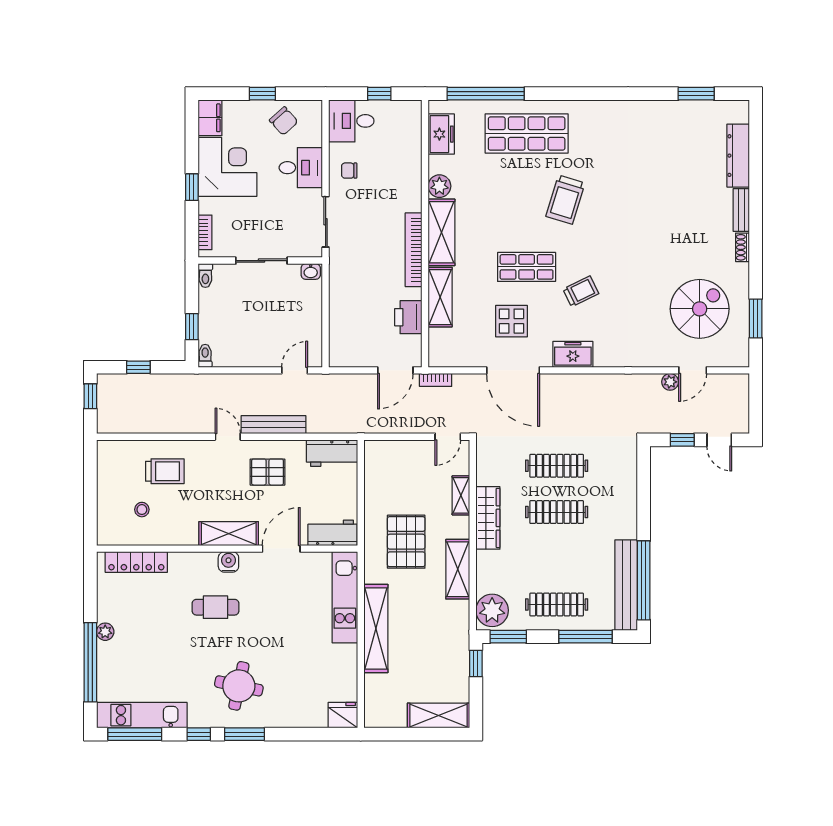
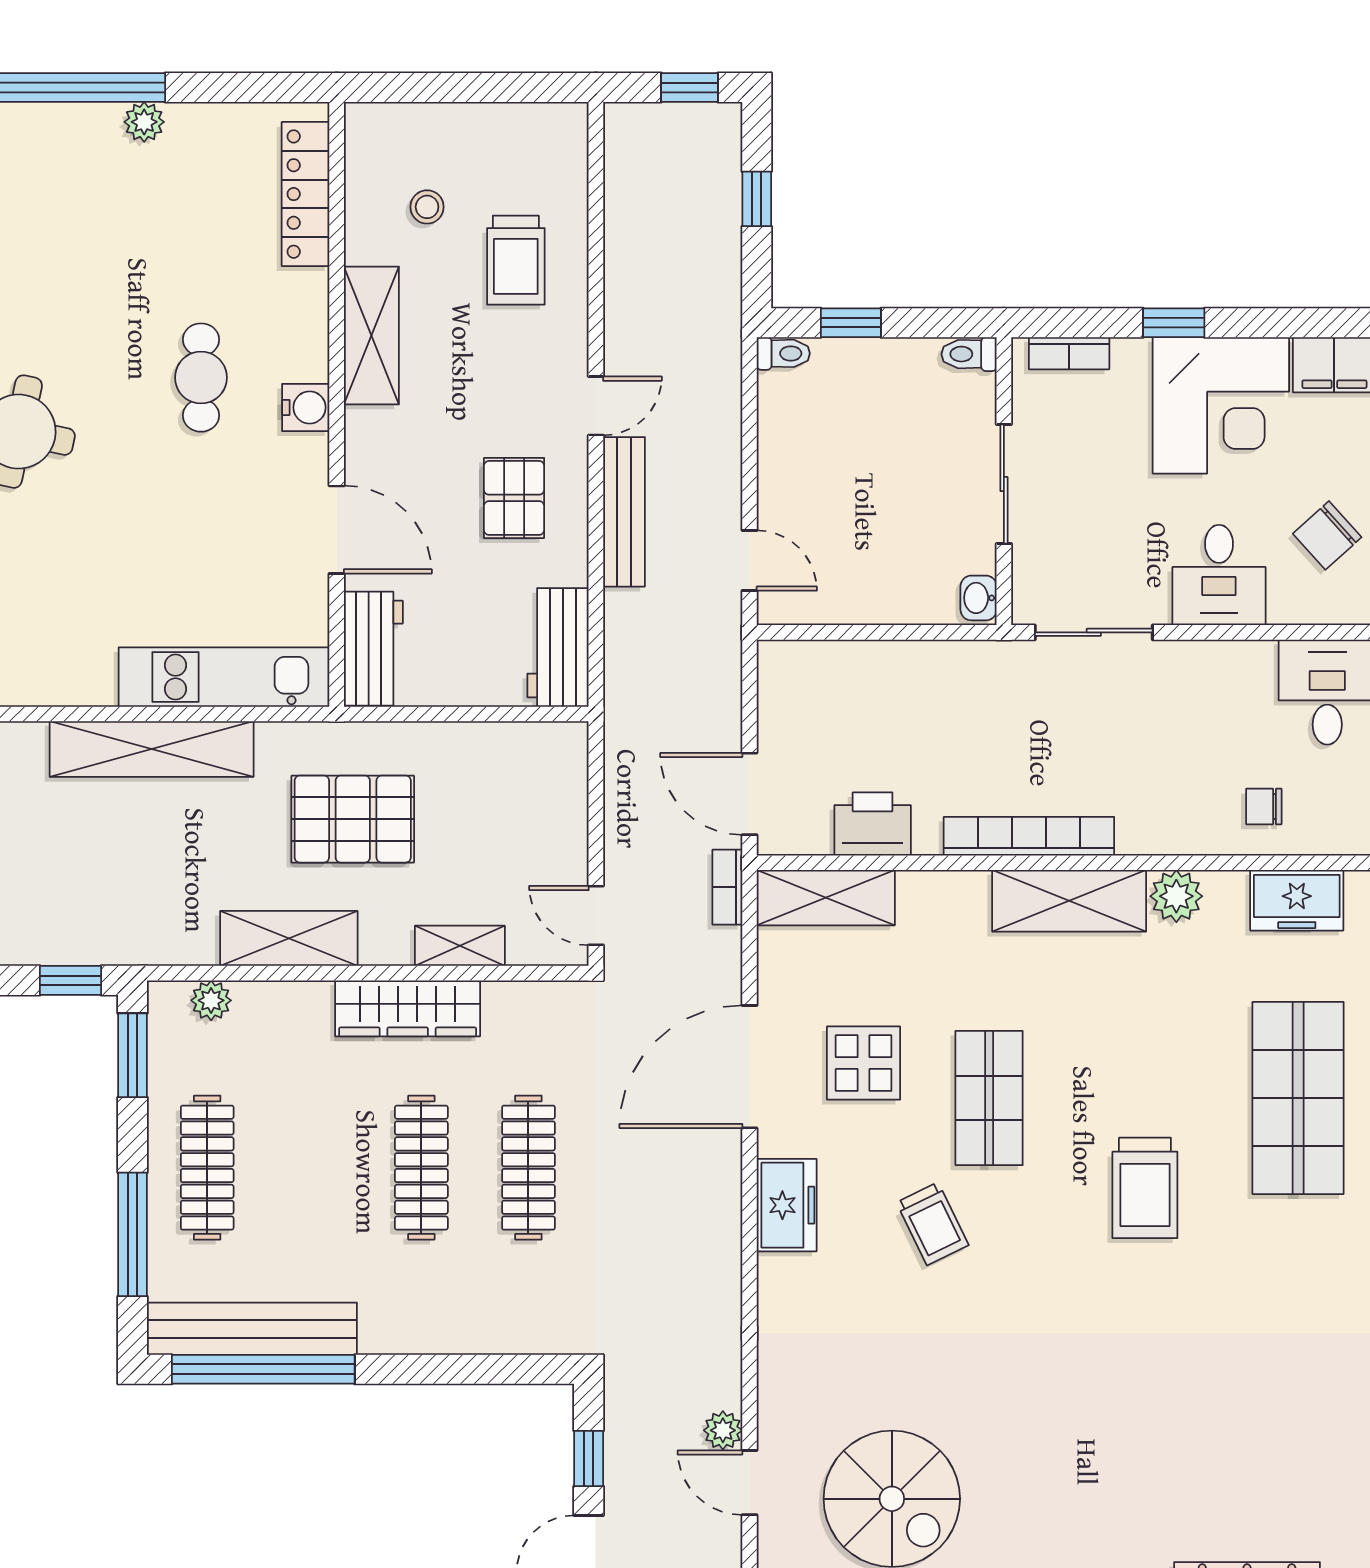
chair: (349, 171) -> (1264, 807), moved, turned -90
trolley: (565, 200) -> (1145, 1188), turned -107
shelving: (440, 297) -> (826, 898), moved
shelving: (229, 534) -> (371, 336), moved
plant: (492, 610) -> (211, 1000), width x0.53, depth x0.53

